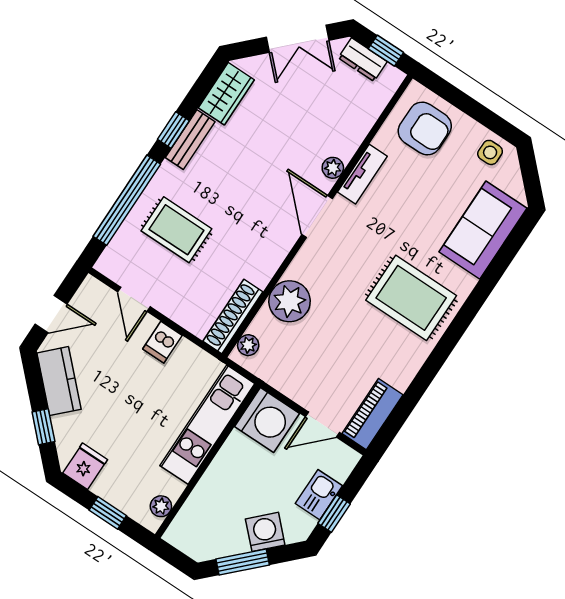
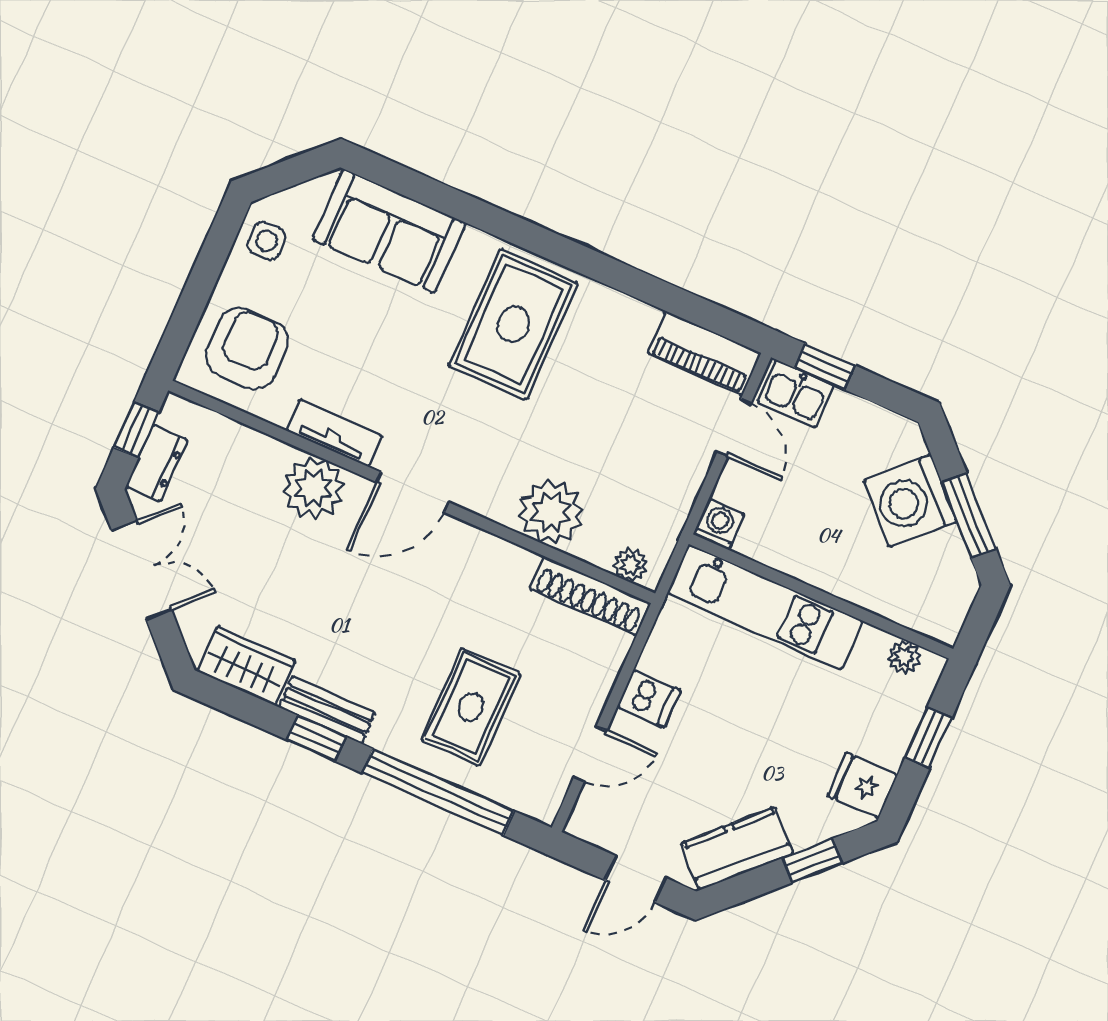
plant: (333, 168) -> (313, 488), width x1.88, depth x1.88
door: (51, 314) -> (635, 879), swing flipped
washing machine: (267, 420) -> (719, 524), width x0.53, depth x0.53
kitchen sink: (319, 495) -> (796, 394), moved
window: (334, 514) -> (825, 367), moved
washing machine: (265, 532) -> (910, 501), width x1.37, depth x1.37

